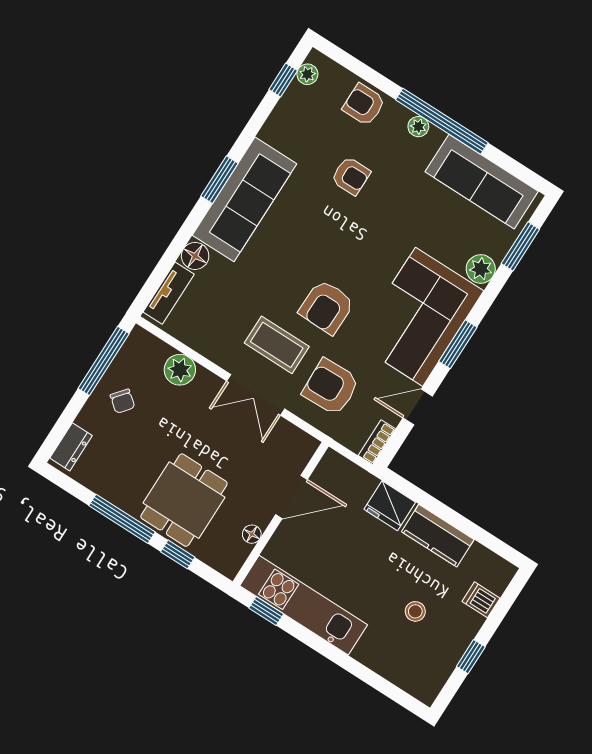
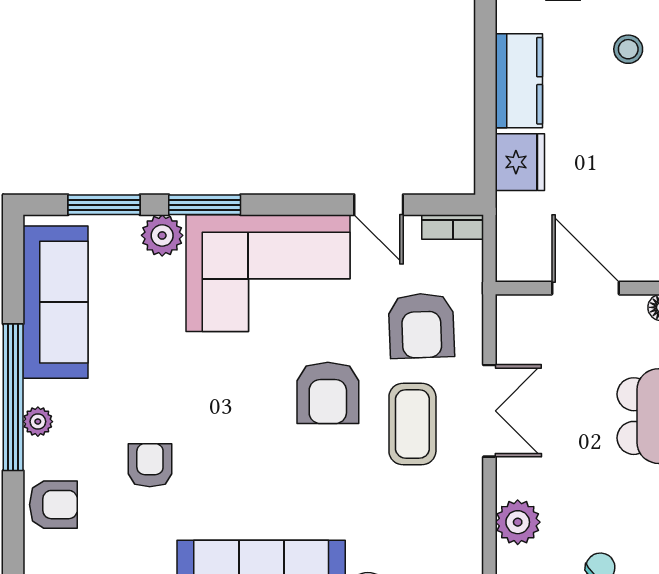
armchair: (364, 105) -> (53, 505), turned -90
armchair: (327, 307) -> (328, 393), turned 89
window: (458, 344) -> (205, 205), moved

